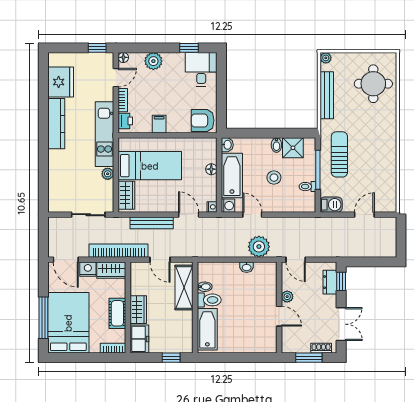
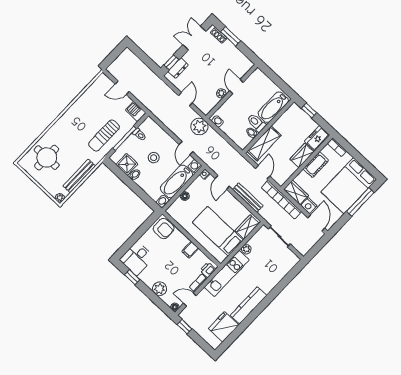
plant: (287, 297) -> (221, 93), moved
wall: (279, 307) -> (232, 91), moved
door: (279, 316) -> (236, 87), moved

